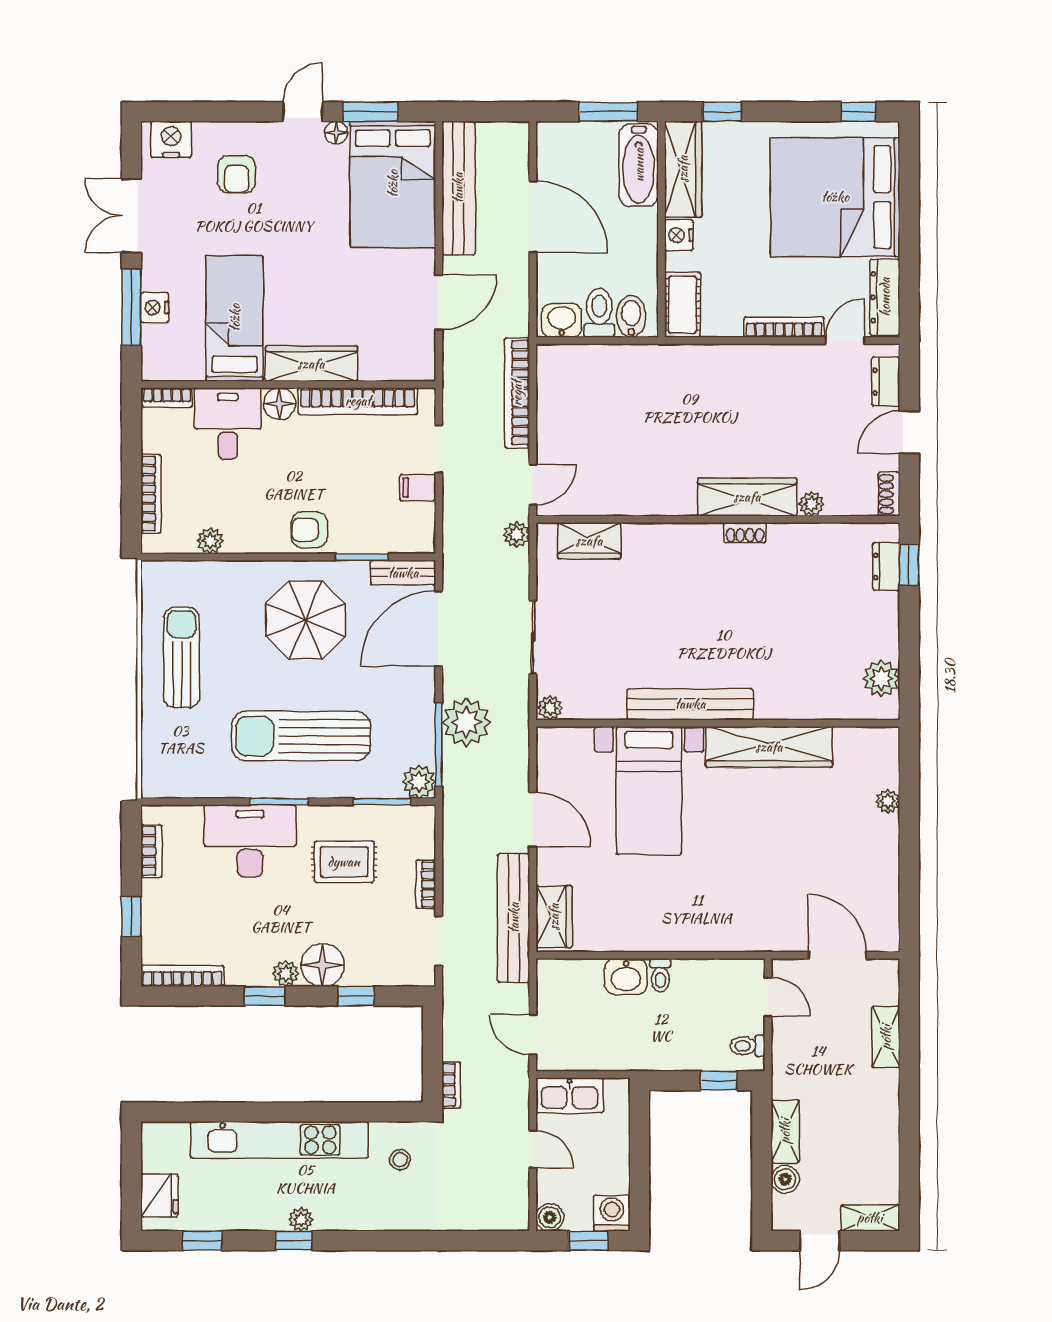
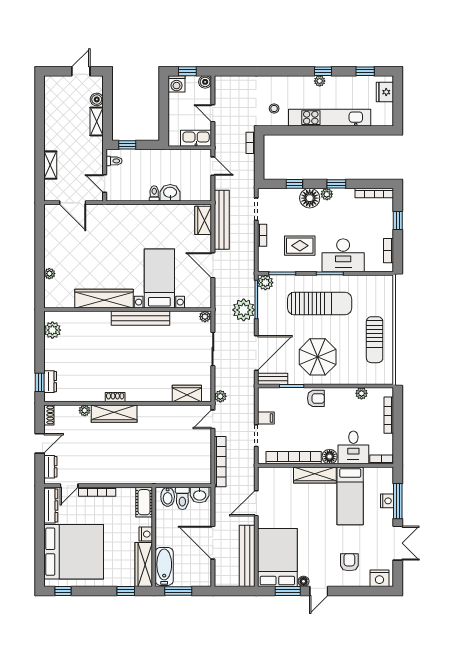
shelving: (870, 1218) -> (58, 82), removed

